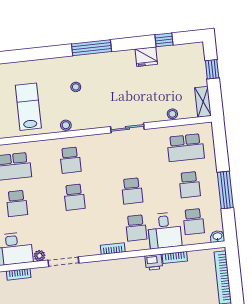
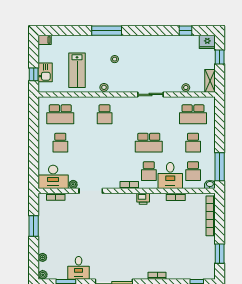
window: (92, 48) -> (107, 31), moved
fridge: (146, 57) -> (207, 42), moved
lab bench: (28, 107) -> (77, 70), turned 180
window: (225, 190) -> (220, 167), moved
school desk: (132, 191) -> (149, 143), width x1.85
school desk: (74, 197) -> (105, 143), removed
printer: (154, 262) -> (143, 199), moved

